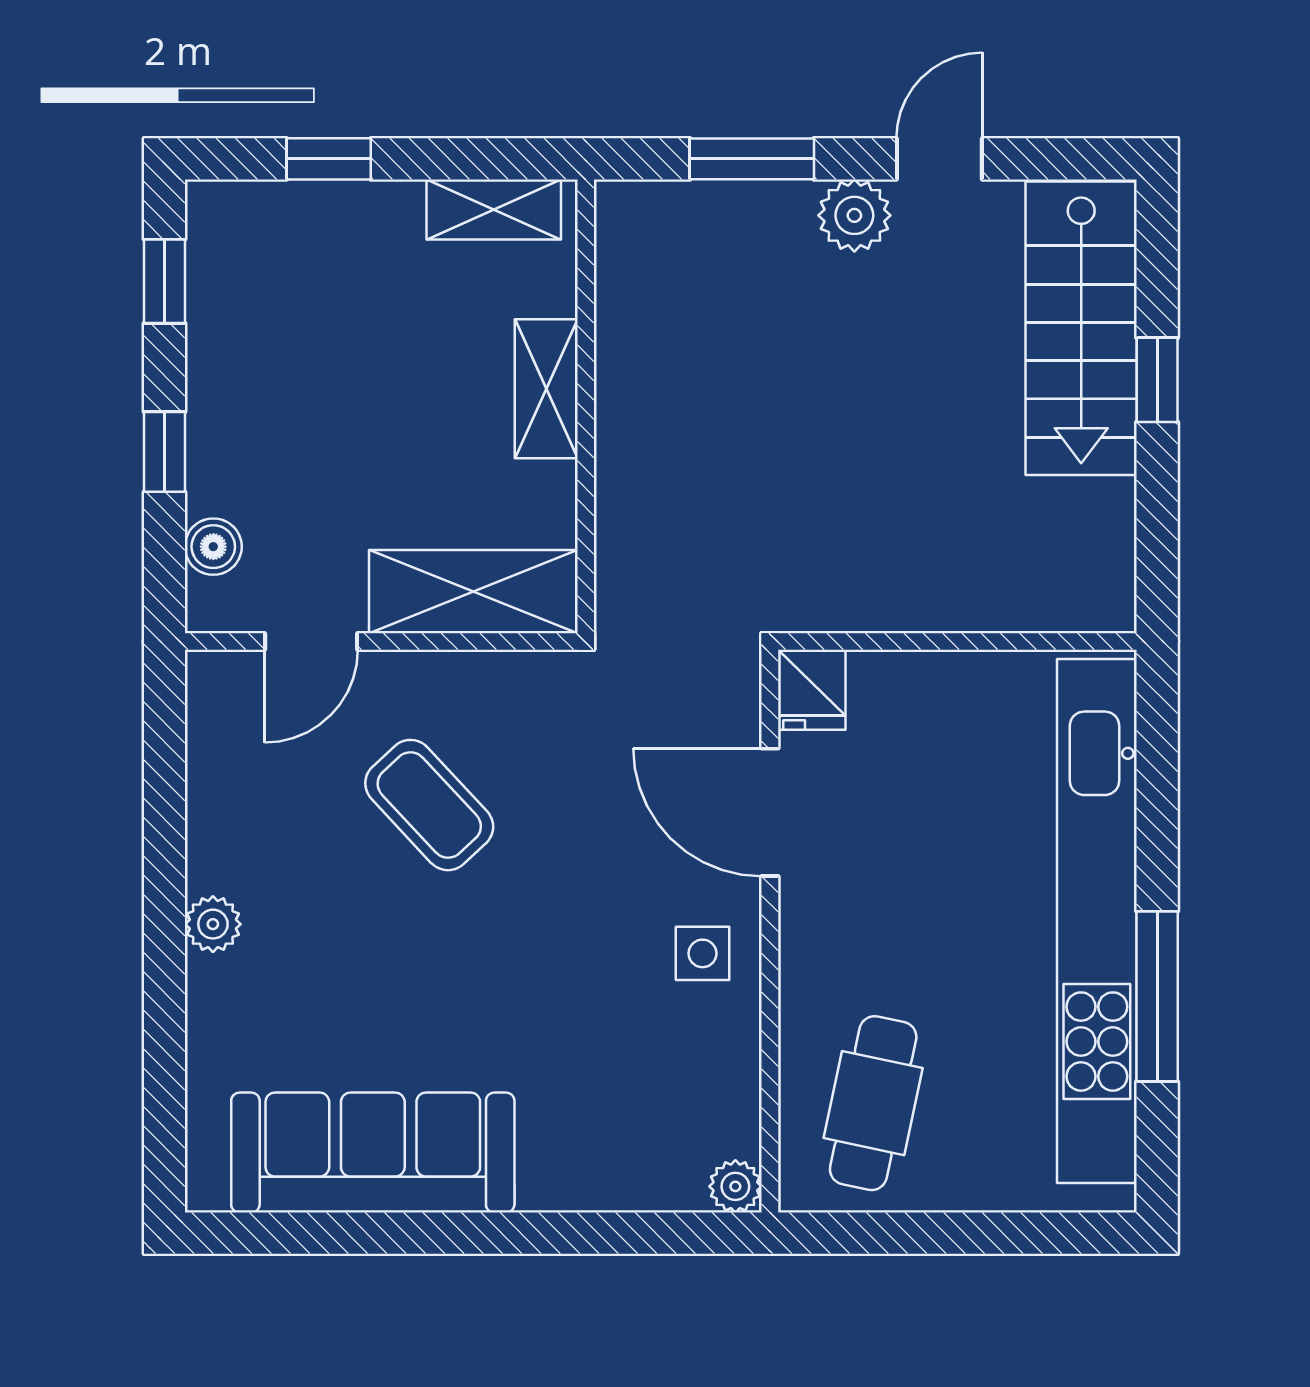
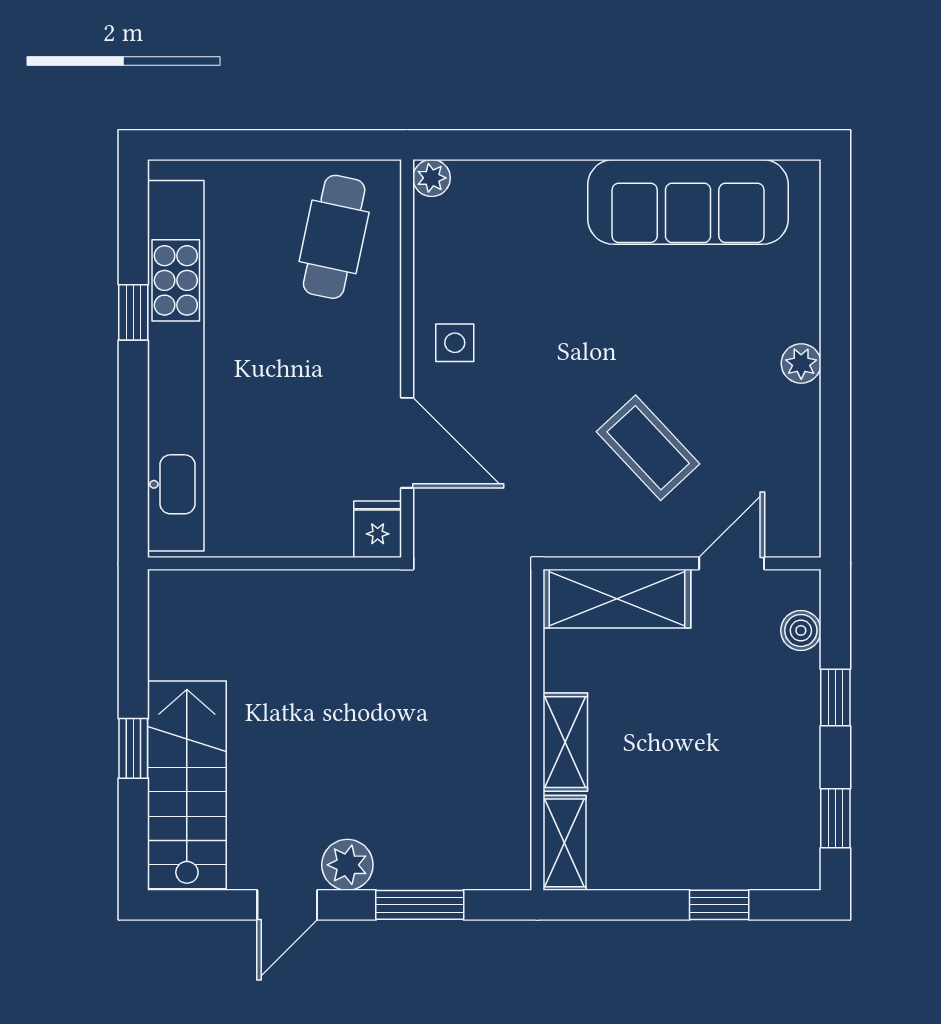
shelving: (494, 210) -> (565, 843), moved, turned 90
window: (1157, 996) -> (133, 312), width x0.46

